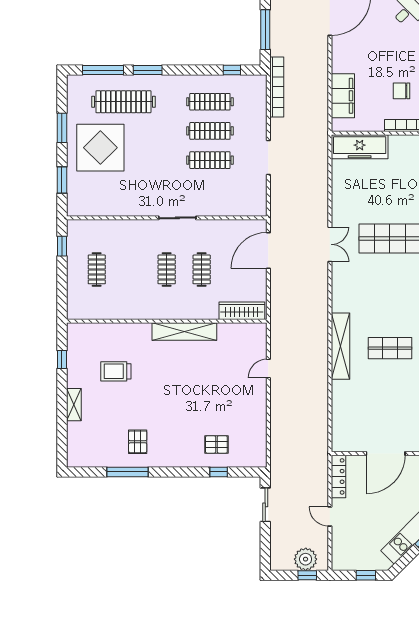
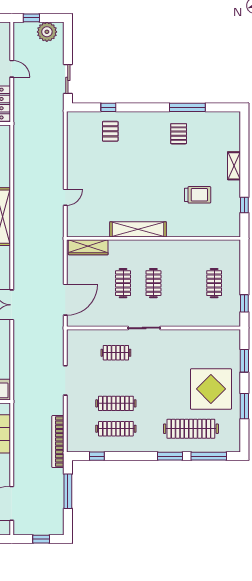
clothes rail: (210, 160) -> (116, 353), moved, width x0.73
pallet: (216, 444) -> (110, 131), turned 90
plant: (306, 559) -> (47, 32), moved

